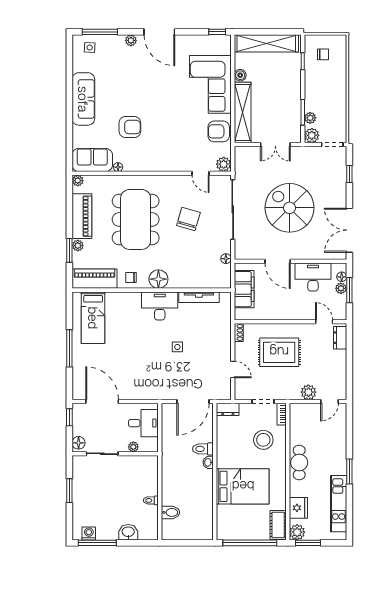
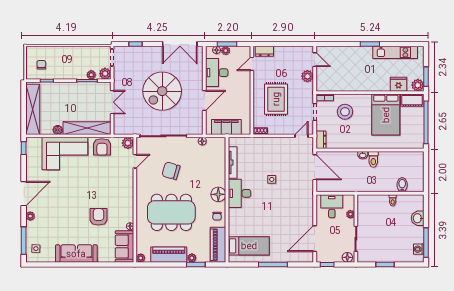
door: (233, 369) -> (302, 136), moved
toilet: (203, 449) -> (373, 159), moved
cafe table: (299, 462) -> (363, 83), removed
bed: (243, 486) -> (386, 115), moved, turned 180

